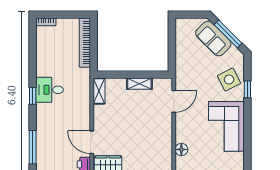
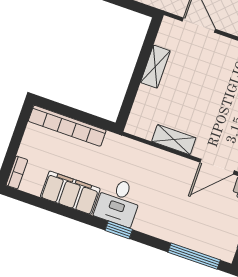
filing cabinet: (45, 59) -> (70, 193), added
shelving: (99, 91) -> (174, 140), moved

